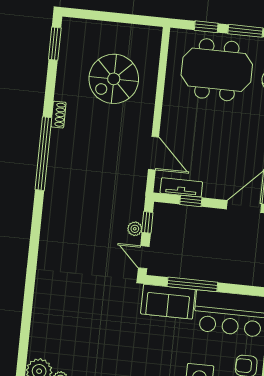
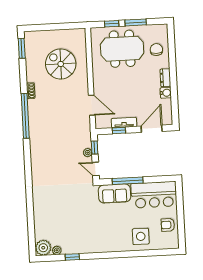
spiral stairs: (114, 79) -> (61, 64), turned 90
tv unit: (181, 187) -> (124, 123), moved

